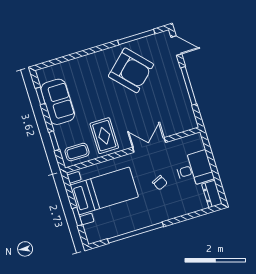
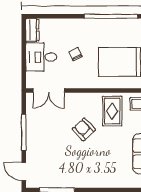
armchair: (131, 70) -> (84, 129), moved, width x0.53, depth x0.53
double door: (149, 145) -> (49, 91), moved

